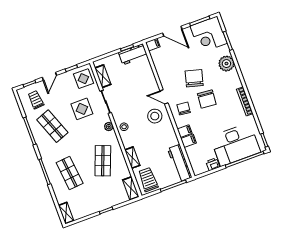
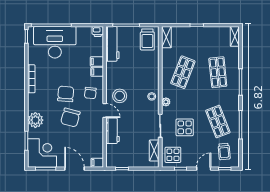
workbench: (133, 54) -> (113, 131), moved, turned 90
shelving: (132, 158) -> (154, 65), removed
printer: (213, 164) -> (98, 32), moved

